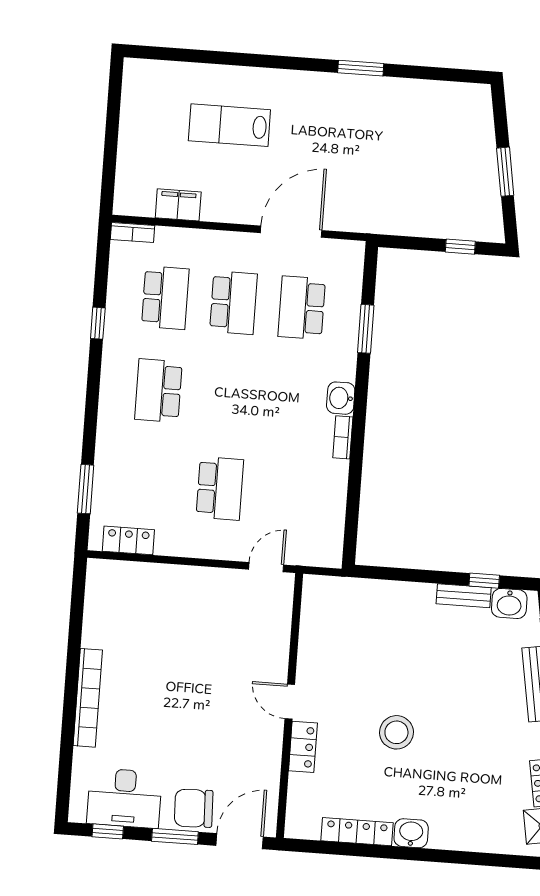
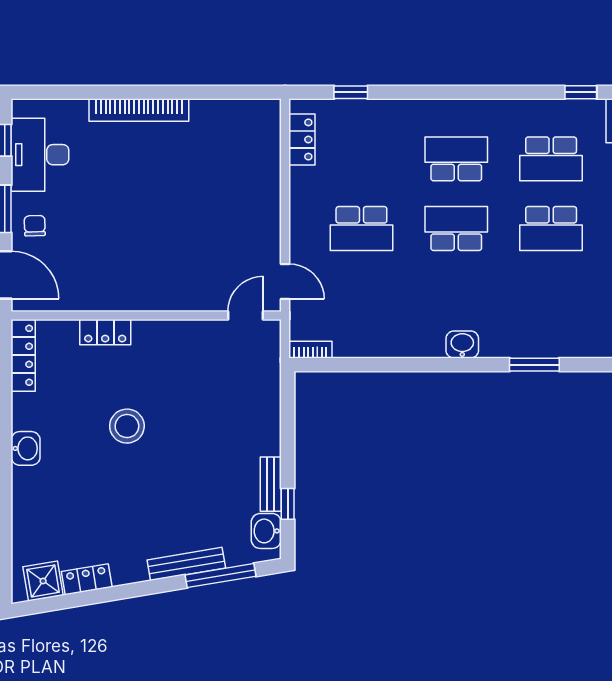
school desk: (302, 308) -> (456, 228), moved
window: (98, 323) -> (581, 92), moved
bookcase: (343, 437) -> (310, 350), moved
window: (86, 489) -> (351, 92), width x0.67
door: (290, 702) -> (246, 315), moved
chair: (194, 808) -> (35, 226), width x0.54, depth x0.54
locker: (357, 832) -> (23, 355), moved

